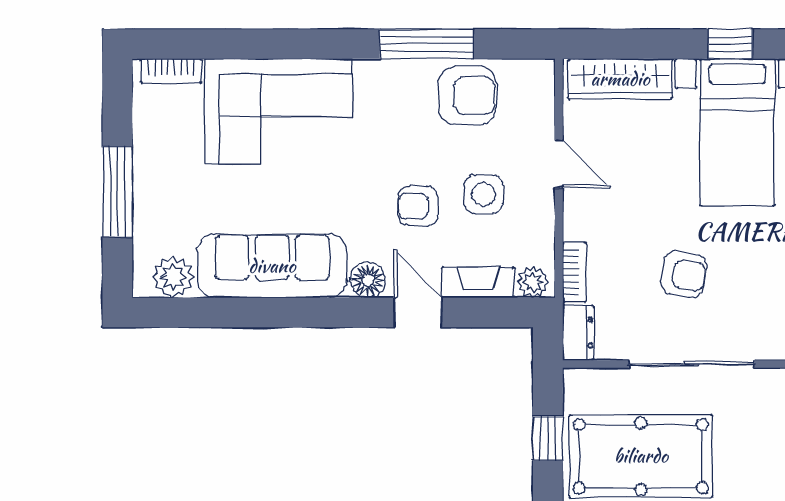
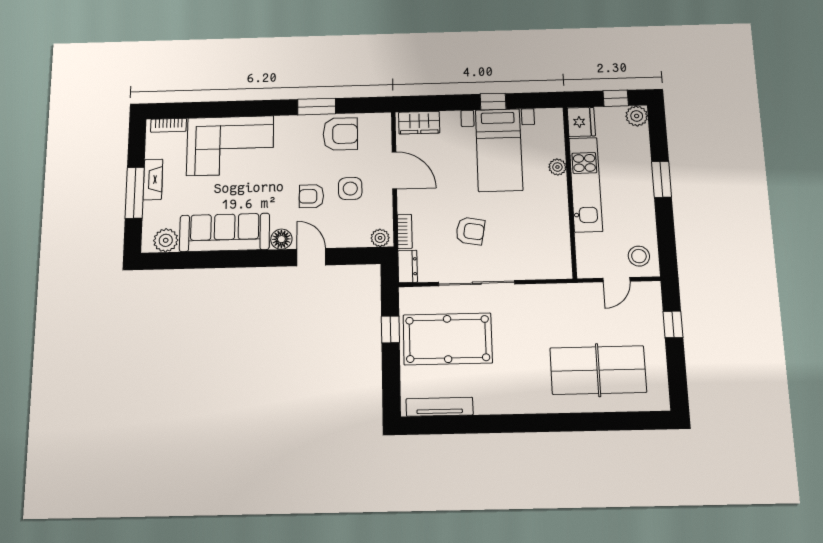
window: (427, 44) -> (317, 107), width x0.69
wardrobe: (620, 79) -> (419, 123), width x0.67
door: (559, 164) -> (394, 170), width x1.37
fireplace: (478, 282) -> (153, 179), moved, turned 90

